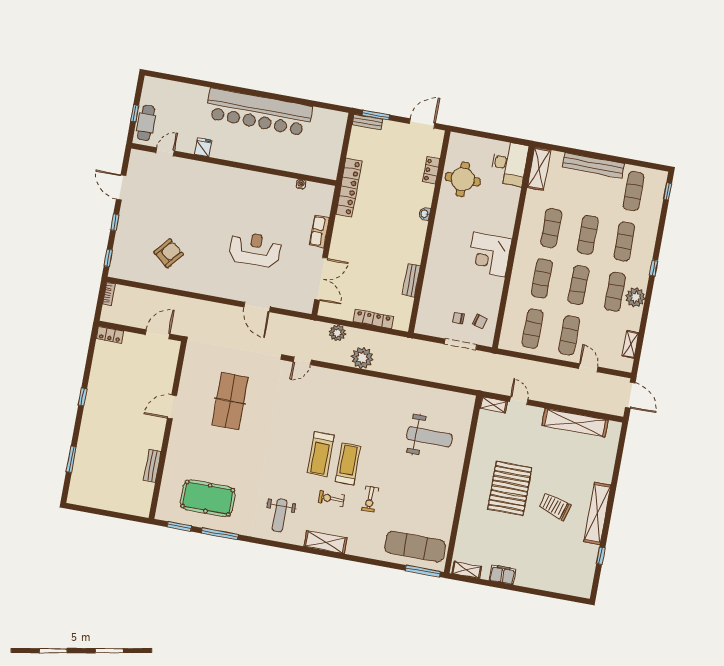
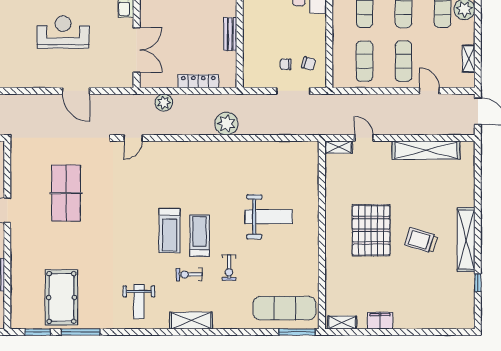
plant: (362, 358) -> (226, 124), moved
weight bench: (430, 437) -> (268, 217), moved
pool table: (208, 498) -> (61, 297), turned 90

